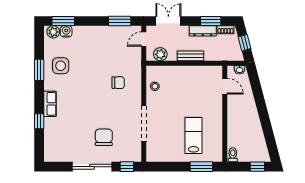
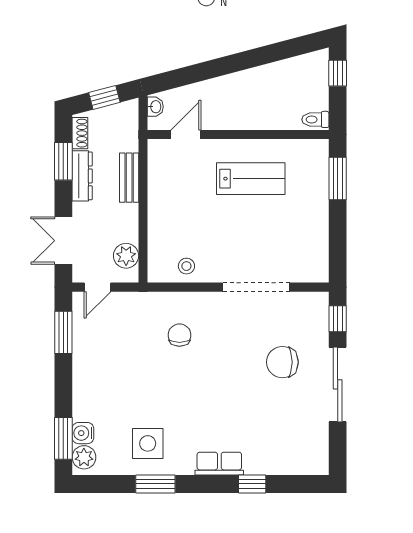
door: (144, 39) -> (97, 287), hinge flipped
bench: (191, 56) -> (129, 178), moved
lab bench: (193, 136) -> (251, 179), moved, turned 180

